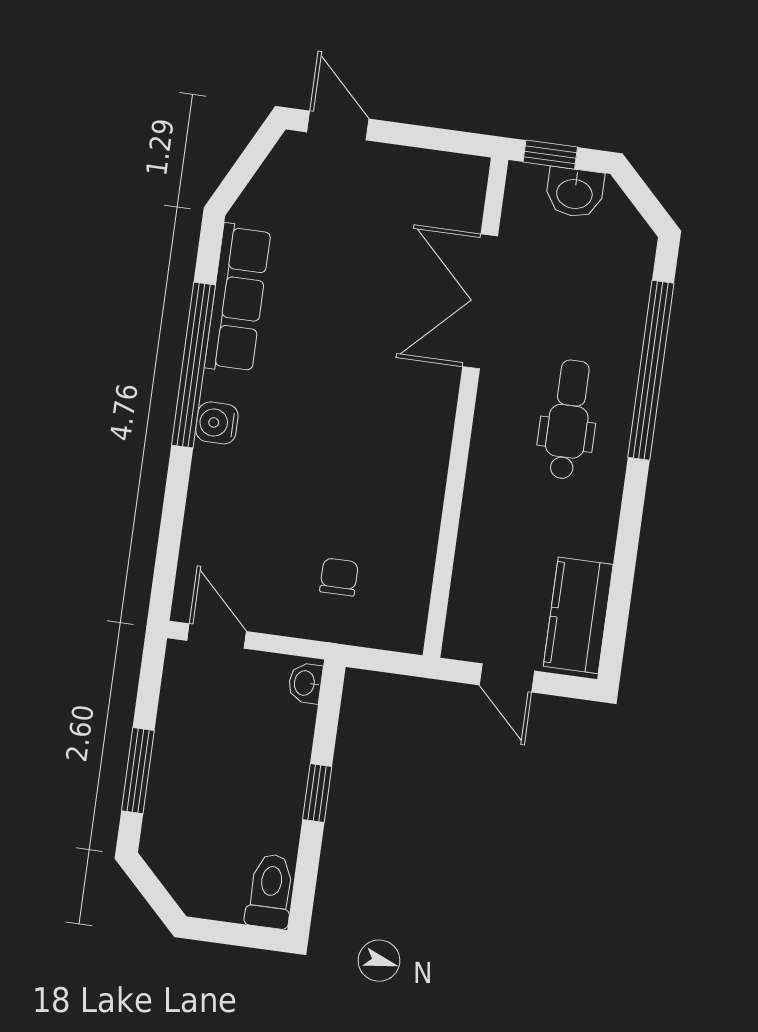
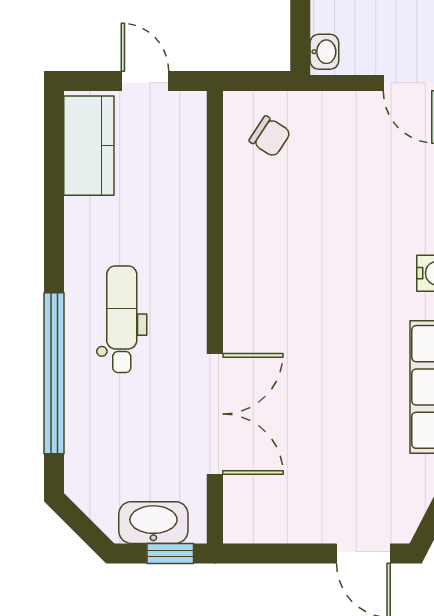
washbasin: (575, 193) -> (153, 523), width x1.38
dental chair: (568, 420) -> (122, 319), turned 180
chair: (339, 577) -> (270, 136), moved, turned -57

